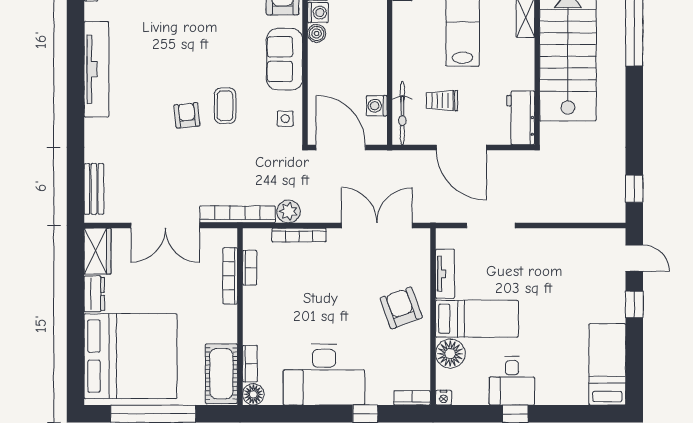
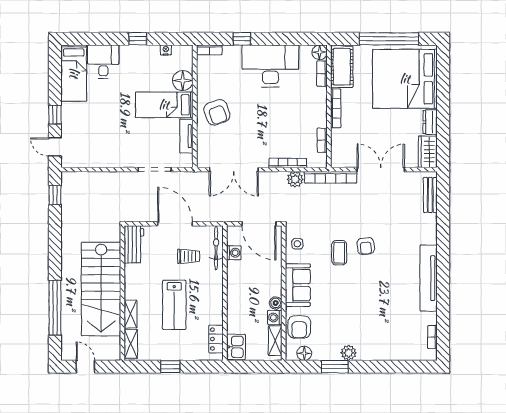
bookcase: (230, 276) -> (336, 108), moved
desk: (512, 381) -> (103, 62), moved
nightstand: (444, 398) -> (166, 50), moved

